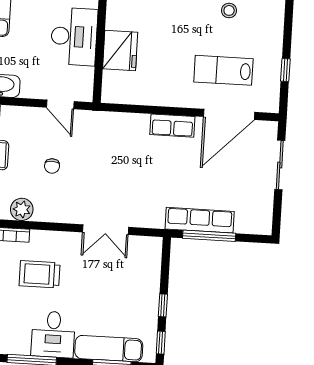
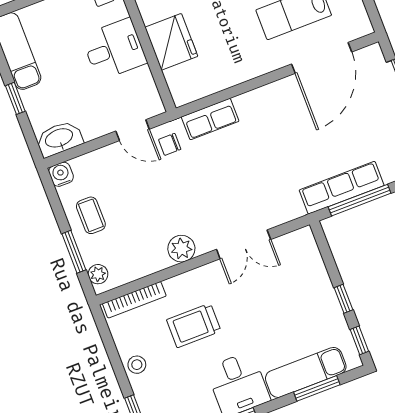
desk: (74, 37) -> (114, 49), width x0.73
row of seats: (172, 126) -> (210, 119), moved
chair: (52, 166) -> (170, 144), moved, turned 90
plant: (22, 209) -> (181, 249), moved

